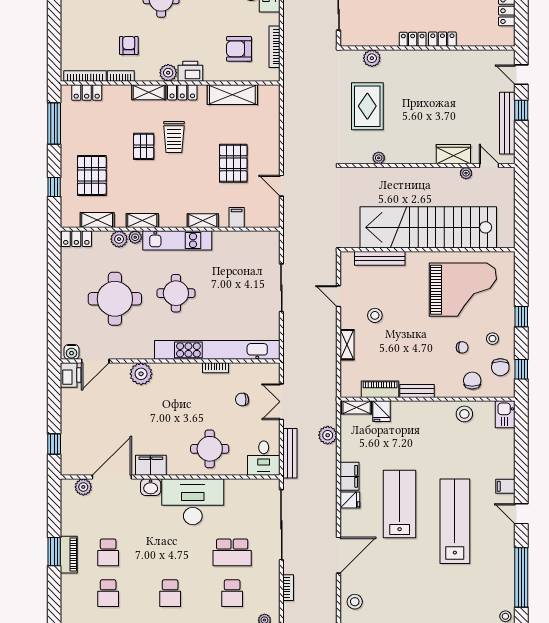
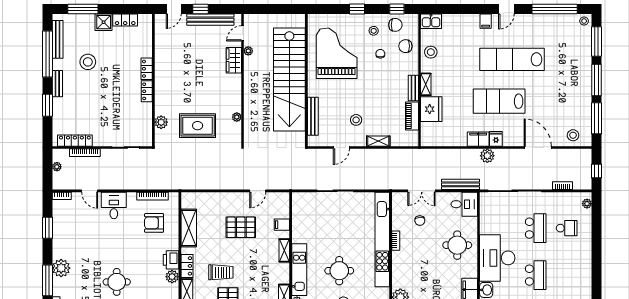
armchair: (239, 49) -> (154, 223), turned 90
shelving: (357, 407) -> (426, 84), moved
fridge: (381, 411) -> (431, 109), width x1.88, depth x1.34
plant: (328, 435) -> (487, 156), moved
school desk: (170, 593) -> (536, 275), moved, width x1.85

